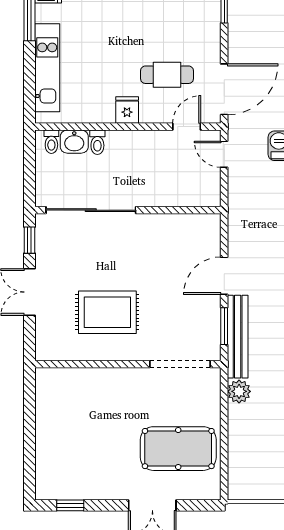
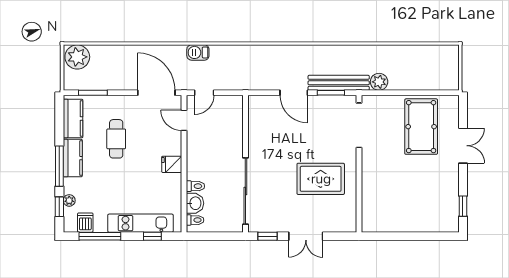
cafe table: (167, 75) -> (116, 139), moved
window: (29, 84) -> (152, 236), added
rug: (107, 312) -> (321, 179), turned 90

